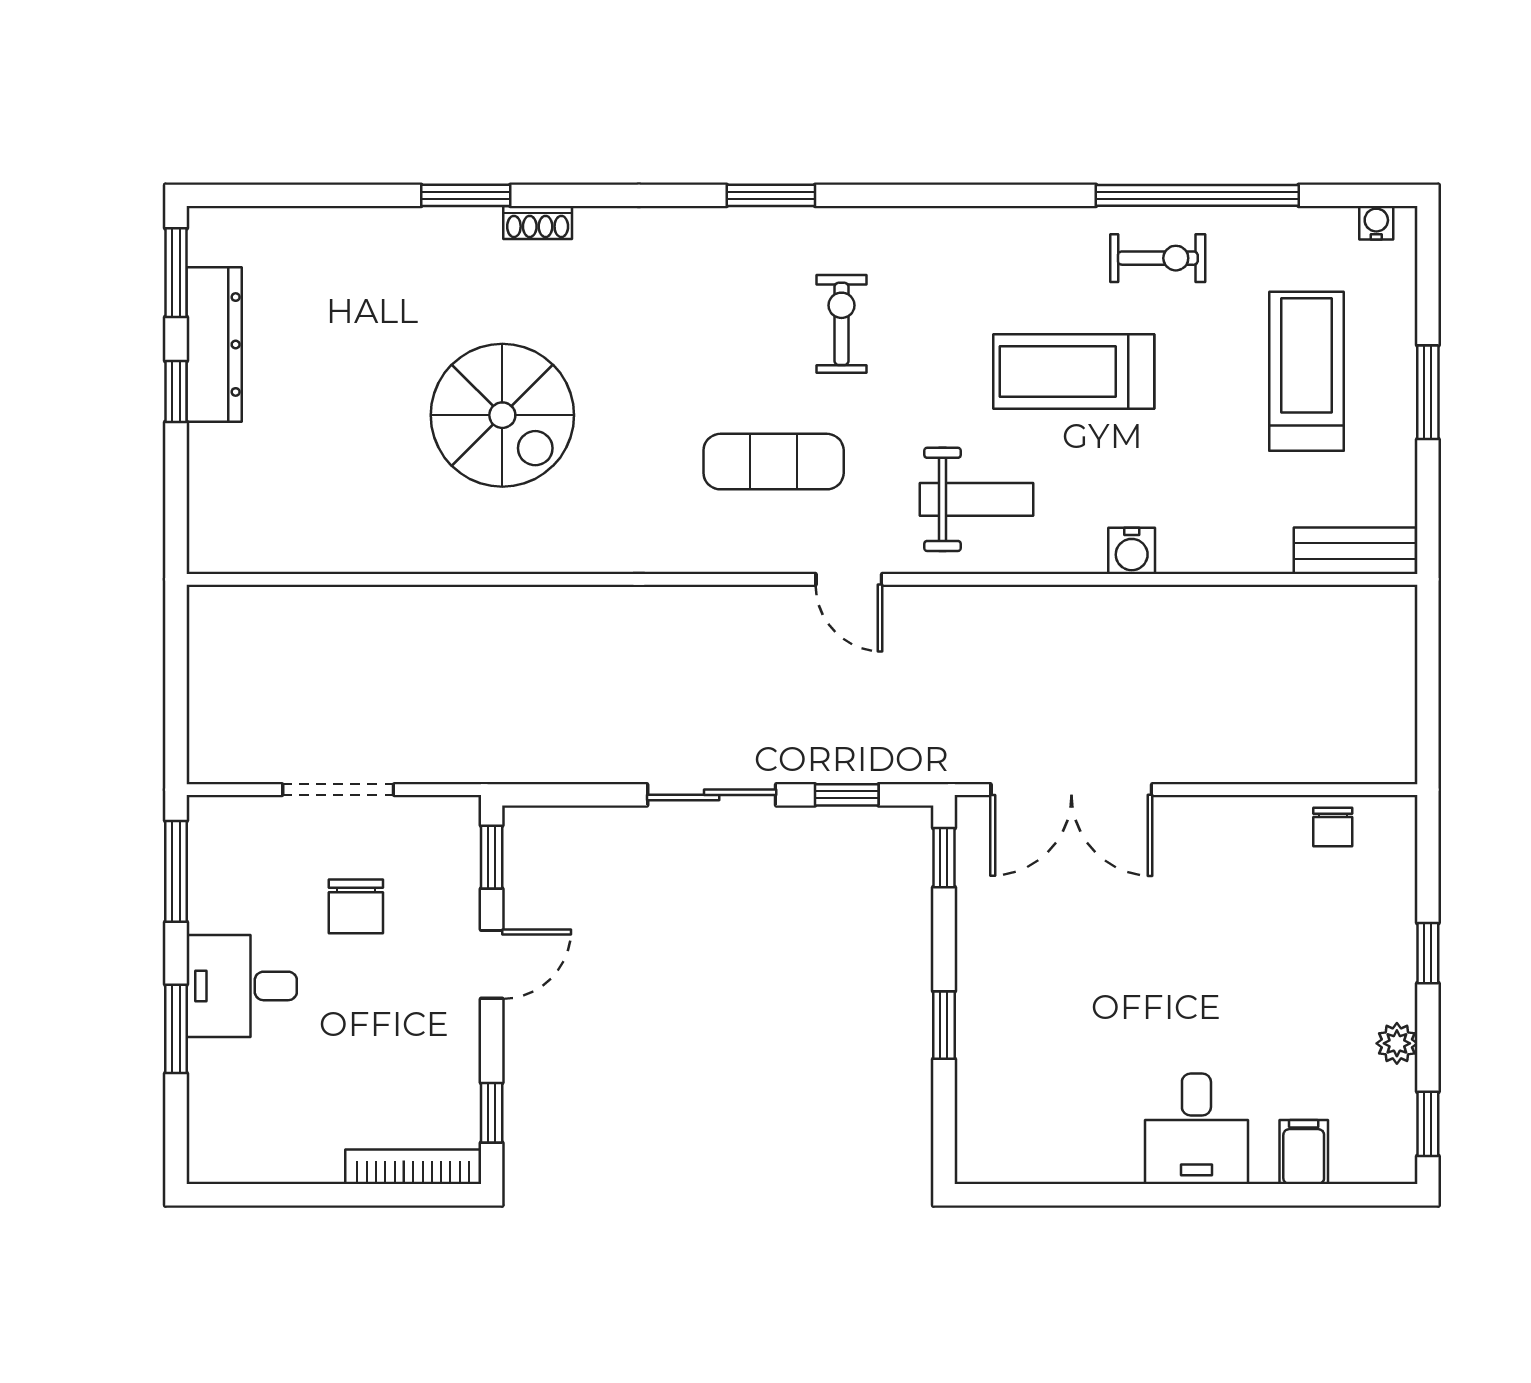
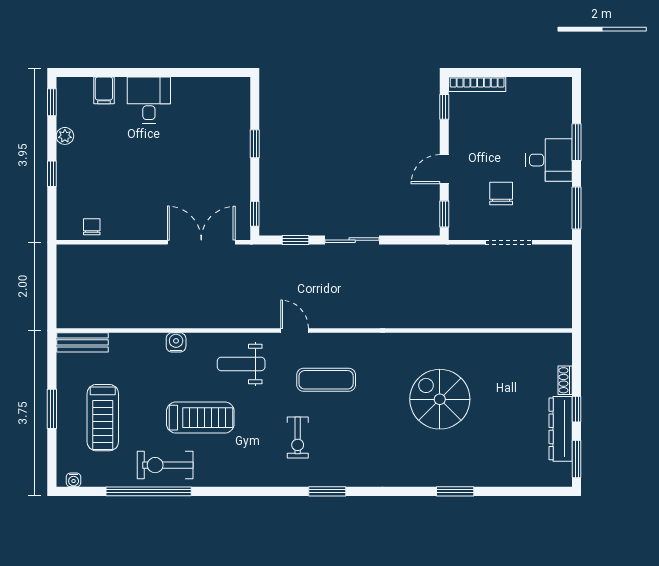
shoe rack: (538, 222) -> (565, 380), moved, turned -90
exercise bike: (1158, 258) -> (165, 465), width x1.38, depth x1.39

